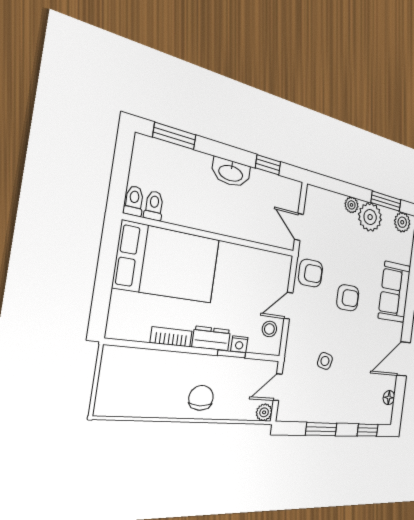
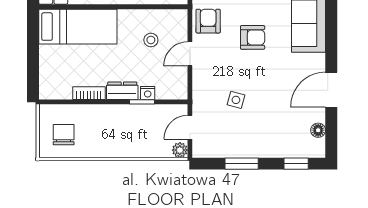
bed: (168, 263) -> (78, 27), width x0.67
armchair: (311, 273) -> (208, 21), turned -90
stool: (269, 329) -> (151, 40), moved
chair: (201, 398) -> (64, 135), moved

